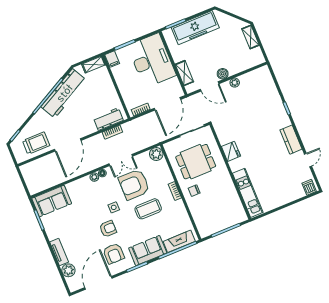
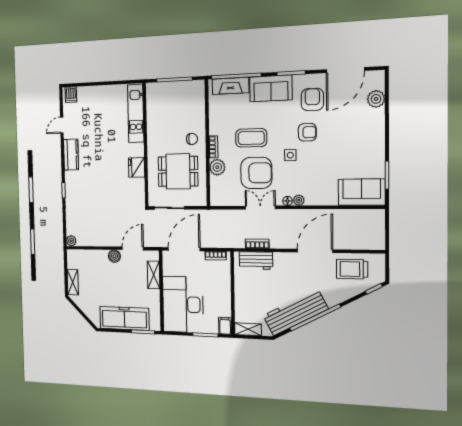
plant: (235, 83) -> (71, 241), moved
door: (210, 86) -> (133, 248), hinge flipped
plant: (156, 154) -> (217, 167), moved
armchair: (108, 229) -> (307, 132), turned 180
tv unit: (59, 252) -> (378, 126), removed

